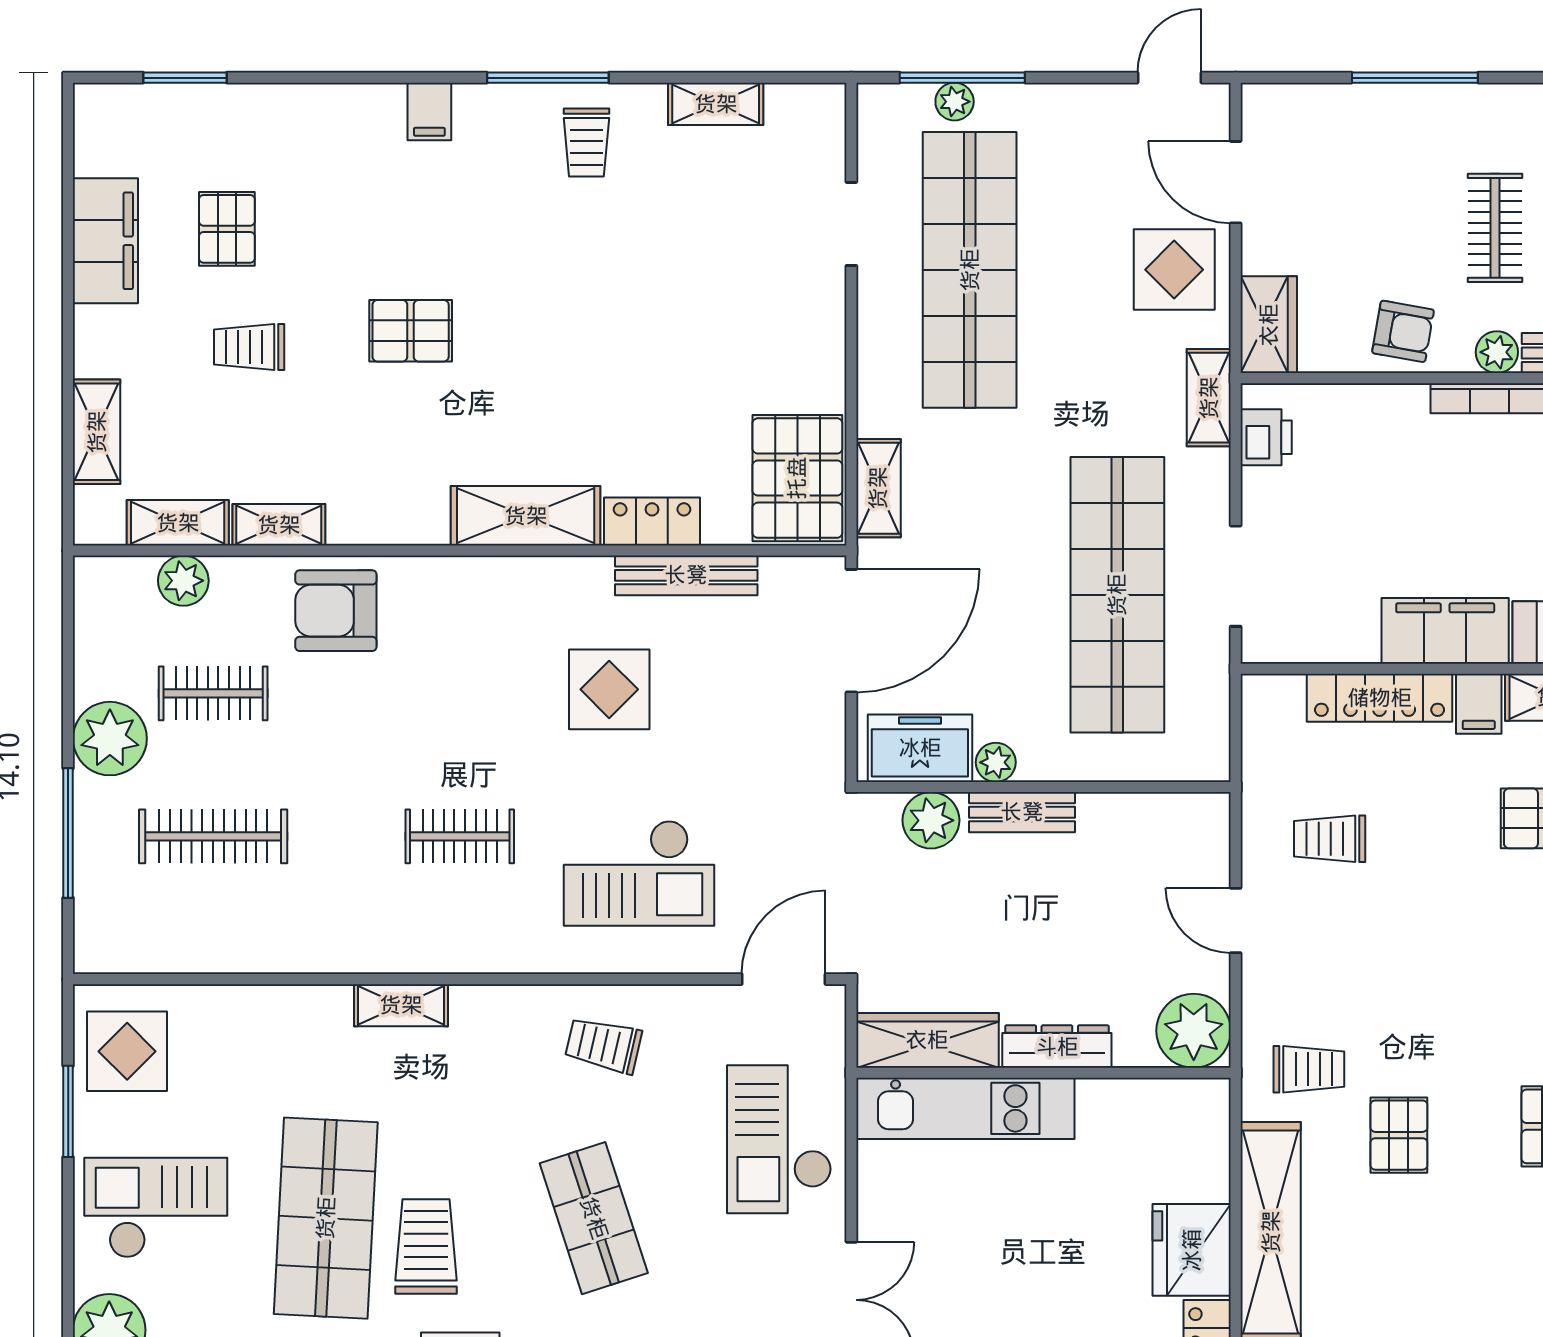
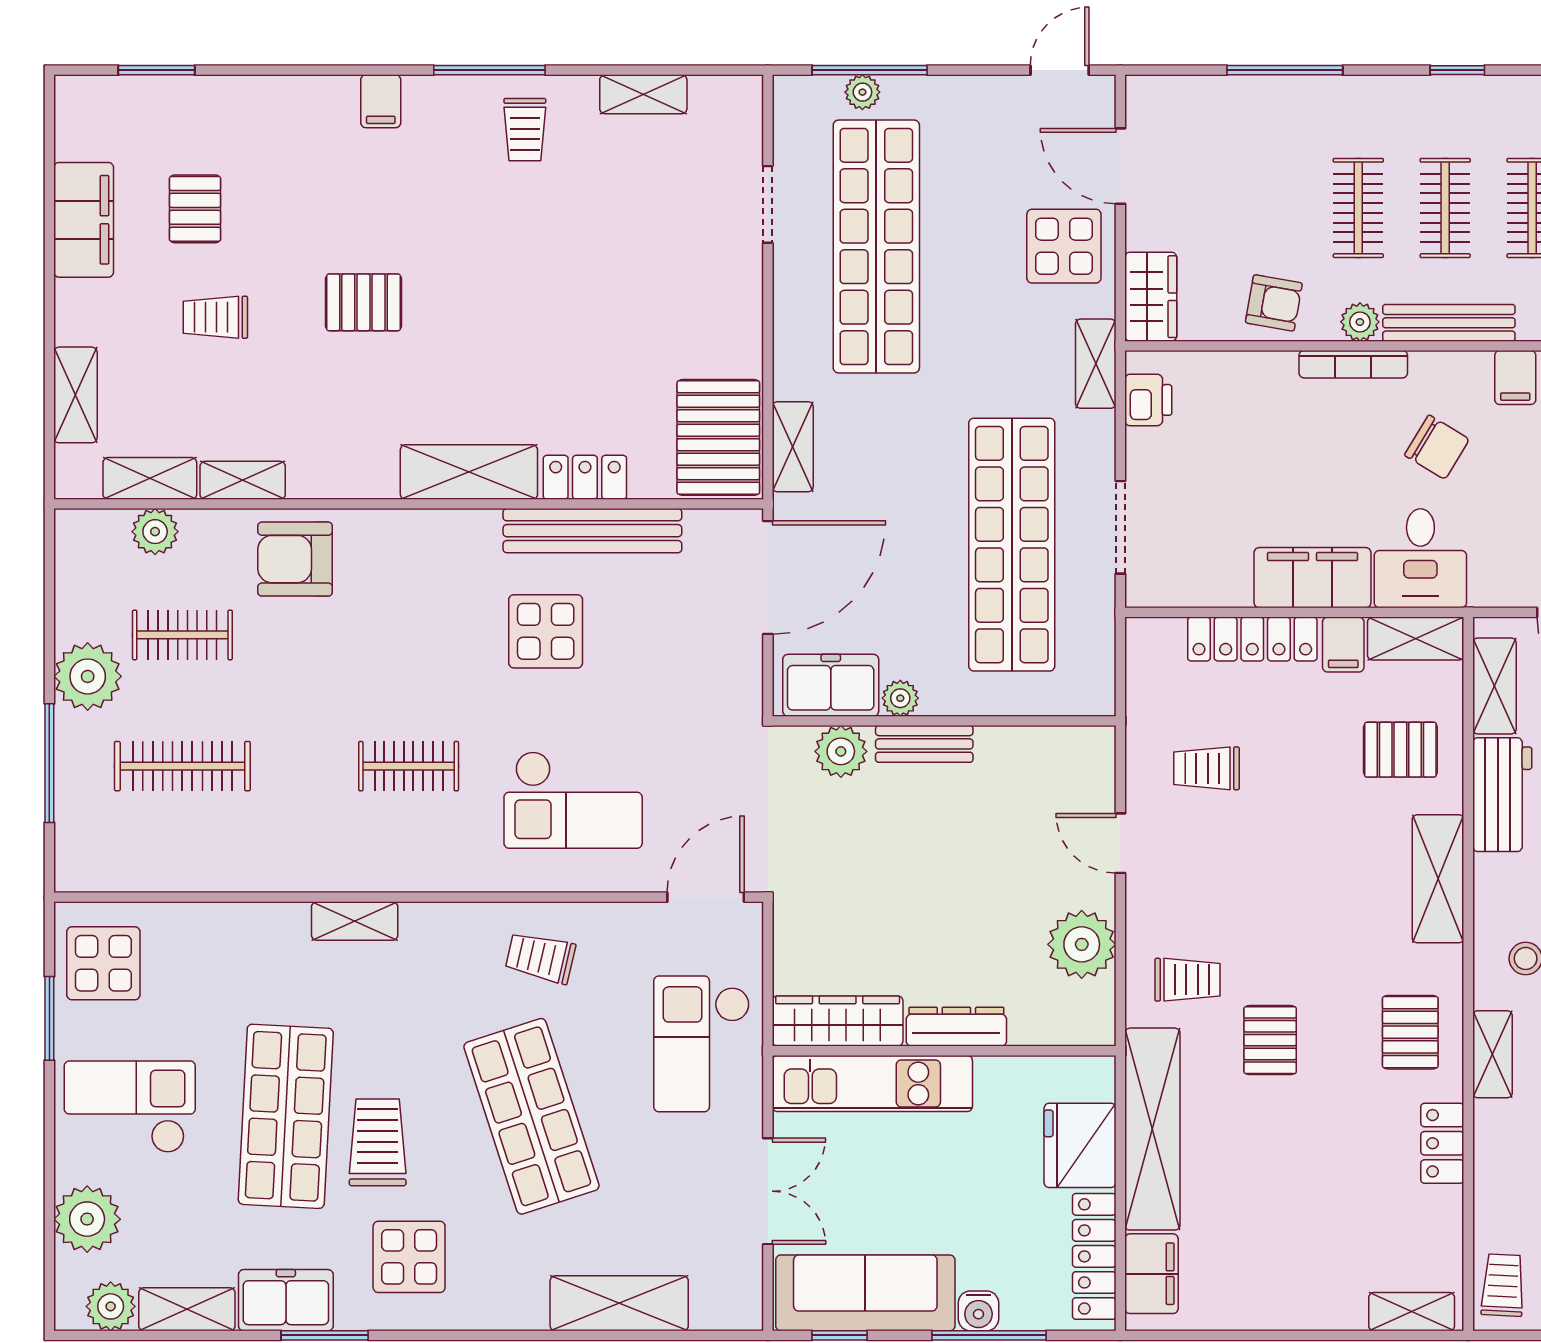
bench: (686, 575) -> (592, 531), width x1.37, depth x1.21
wardrobe: (927, 1040) -> (838, 1021), moved
dresser: (1057, 1047) -> (956, 1027), moved
wall: (1044, 1073) -> (944, 1051), moved
kitchen unit: (965, 1108) -> (872, 1083), moved
shop shelf: (594, 1218) -> (531, 1116), width x1.43, depth x1.36

